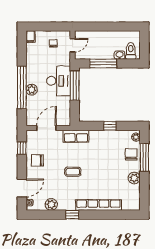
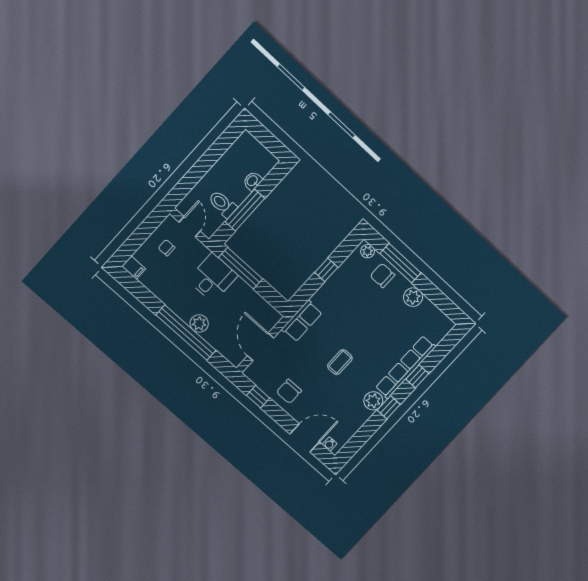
toilet: (131, 51) -> (222, 204), moved
desk: (59, 81) -> (213, 278), width x0.73
door: (22, 188) -> (305, 438), hinge flipped
plant: (51, 204) -> (373, 401), moved
window: (99, 215) -> (417, 376), added

